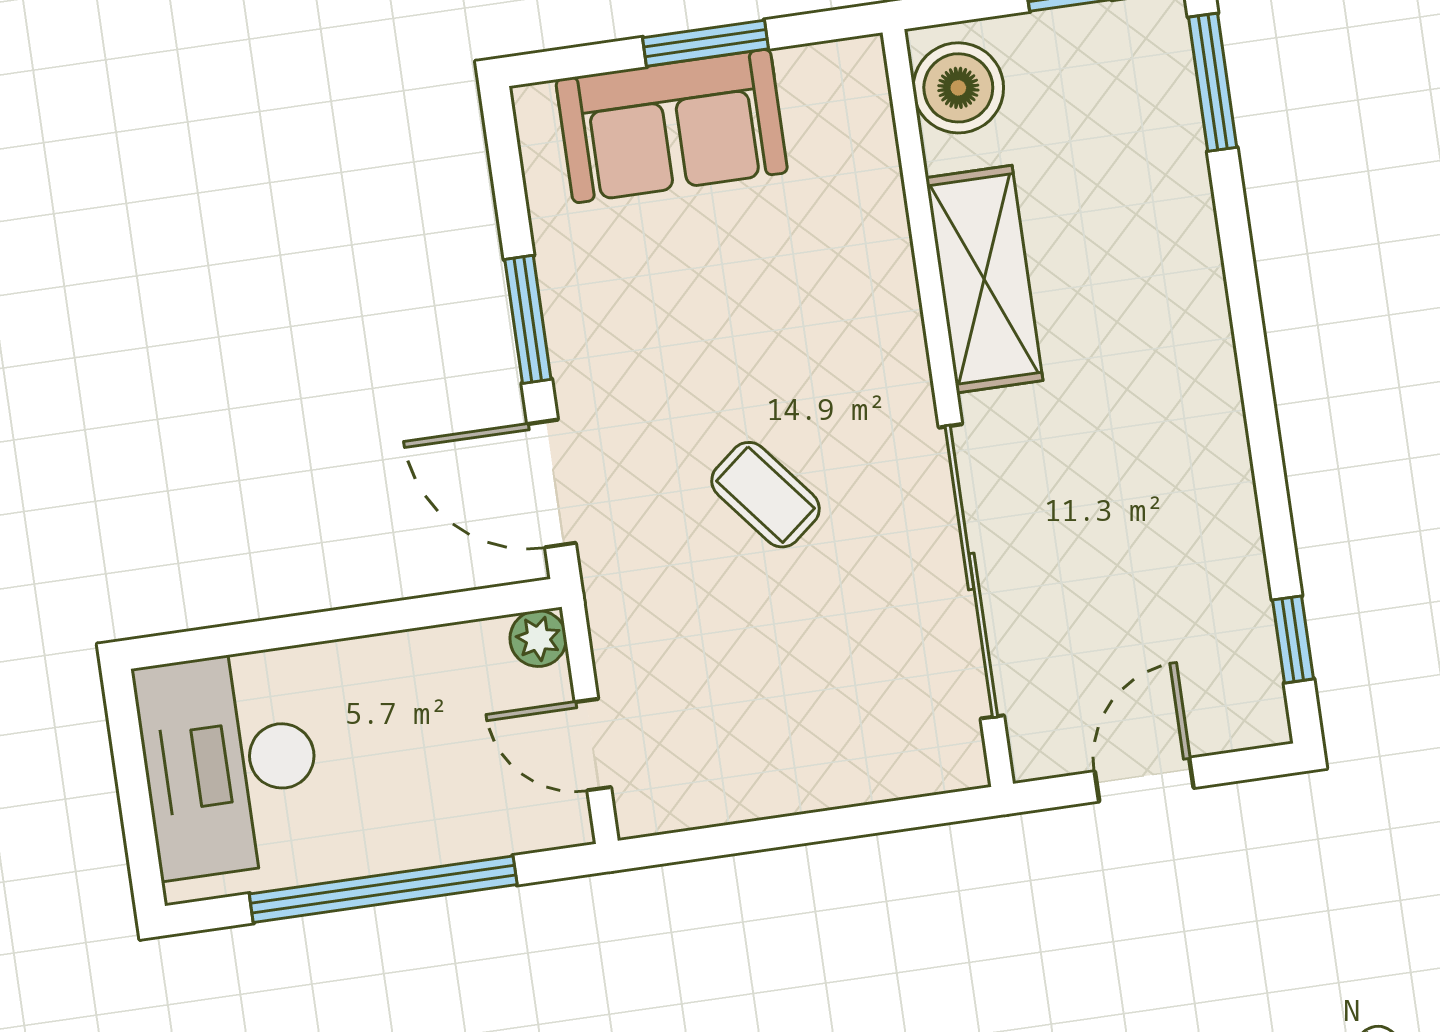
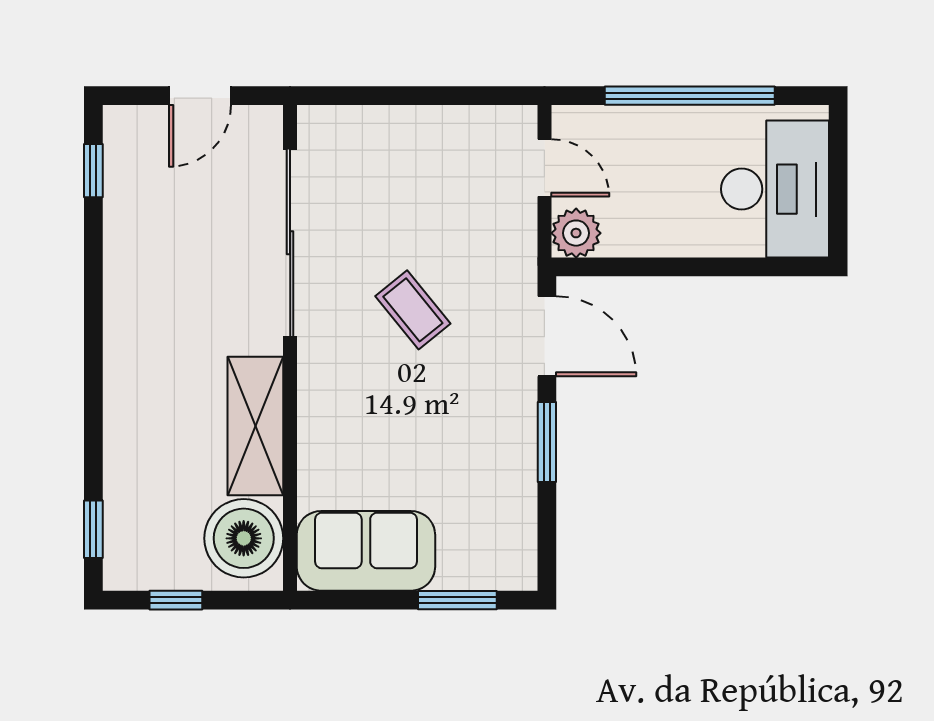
window: (705, 43) -> (457, 600), moved
window: (1213, 82) -> (93, 529), width x0.67
boiler: (958, 88) -> (244, 538), width x1.37, depth x1.37
sofa: (672, 126) -> (366, 551), moved
plant: (538, 639) -> (576, 233), width x1.38, depth x1.38

